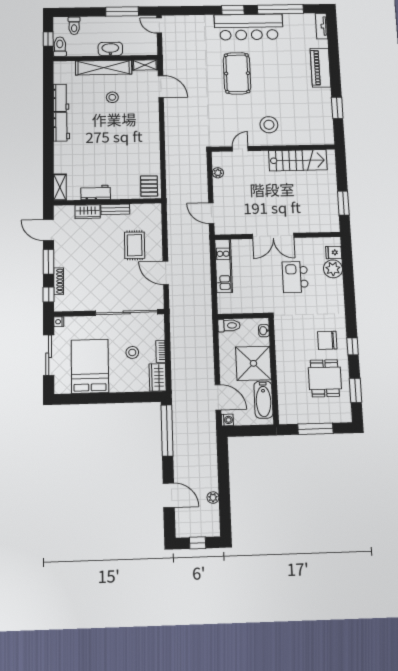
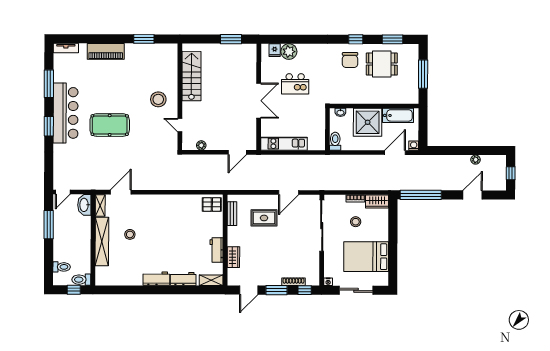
window: (280, 9) -> (49, 84), width x0.68
washbasin: (110, 49) -> (84, 205), moved
workbench: (61, 98) -> (183, 279), moved
bench: (115, 209) -> (232, 214), moved

